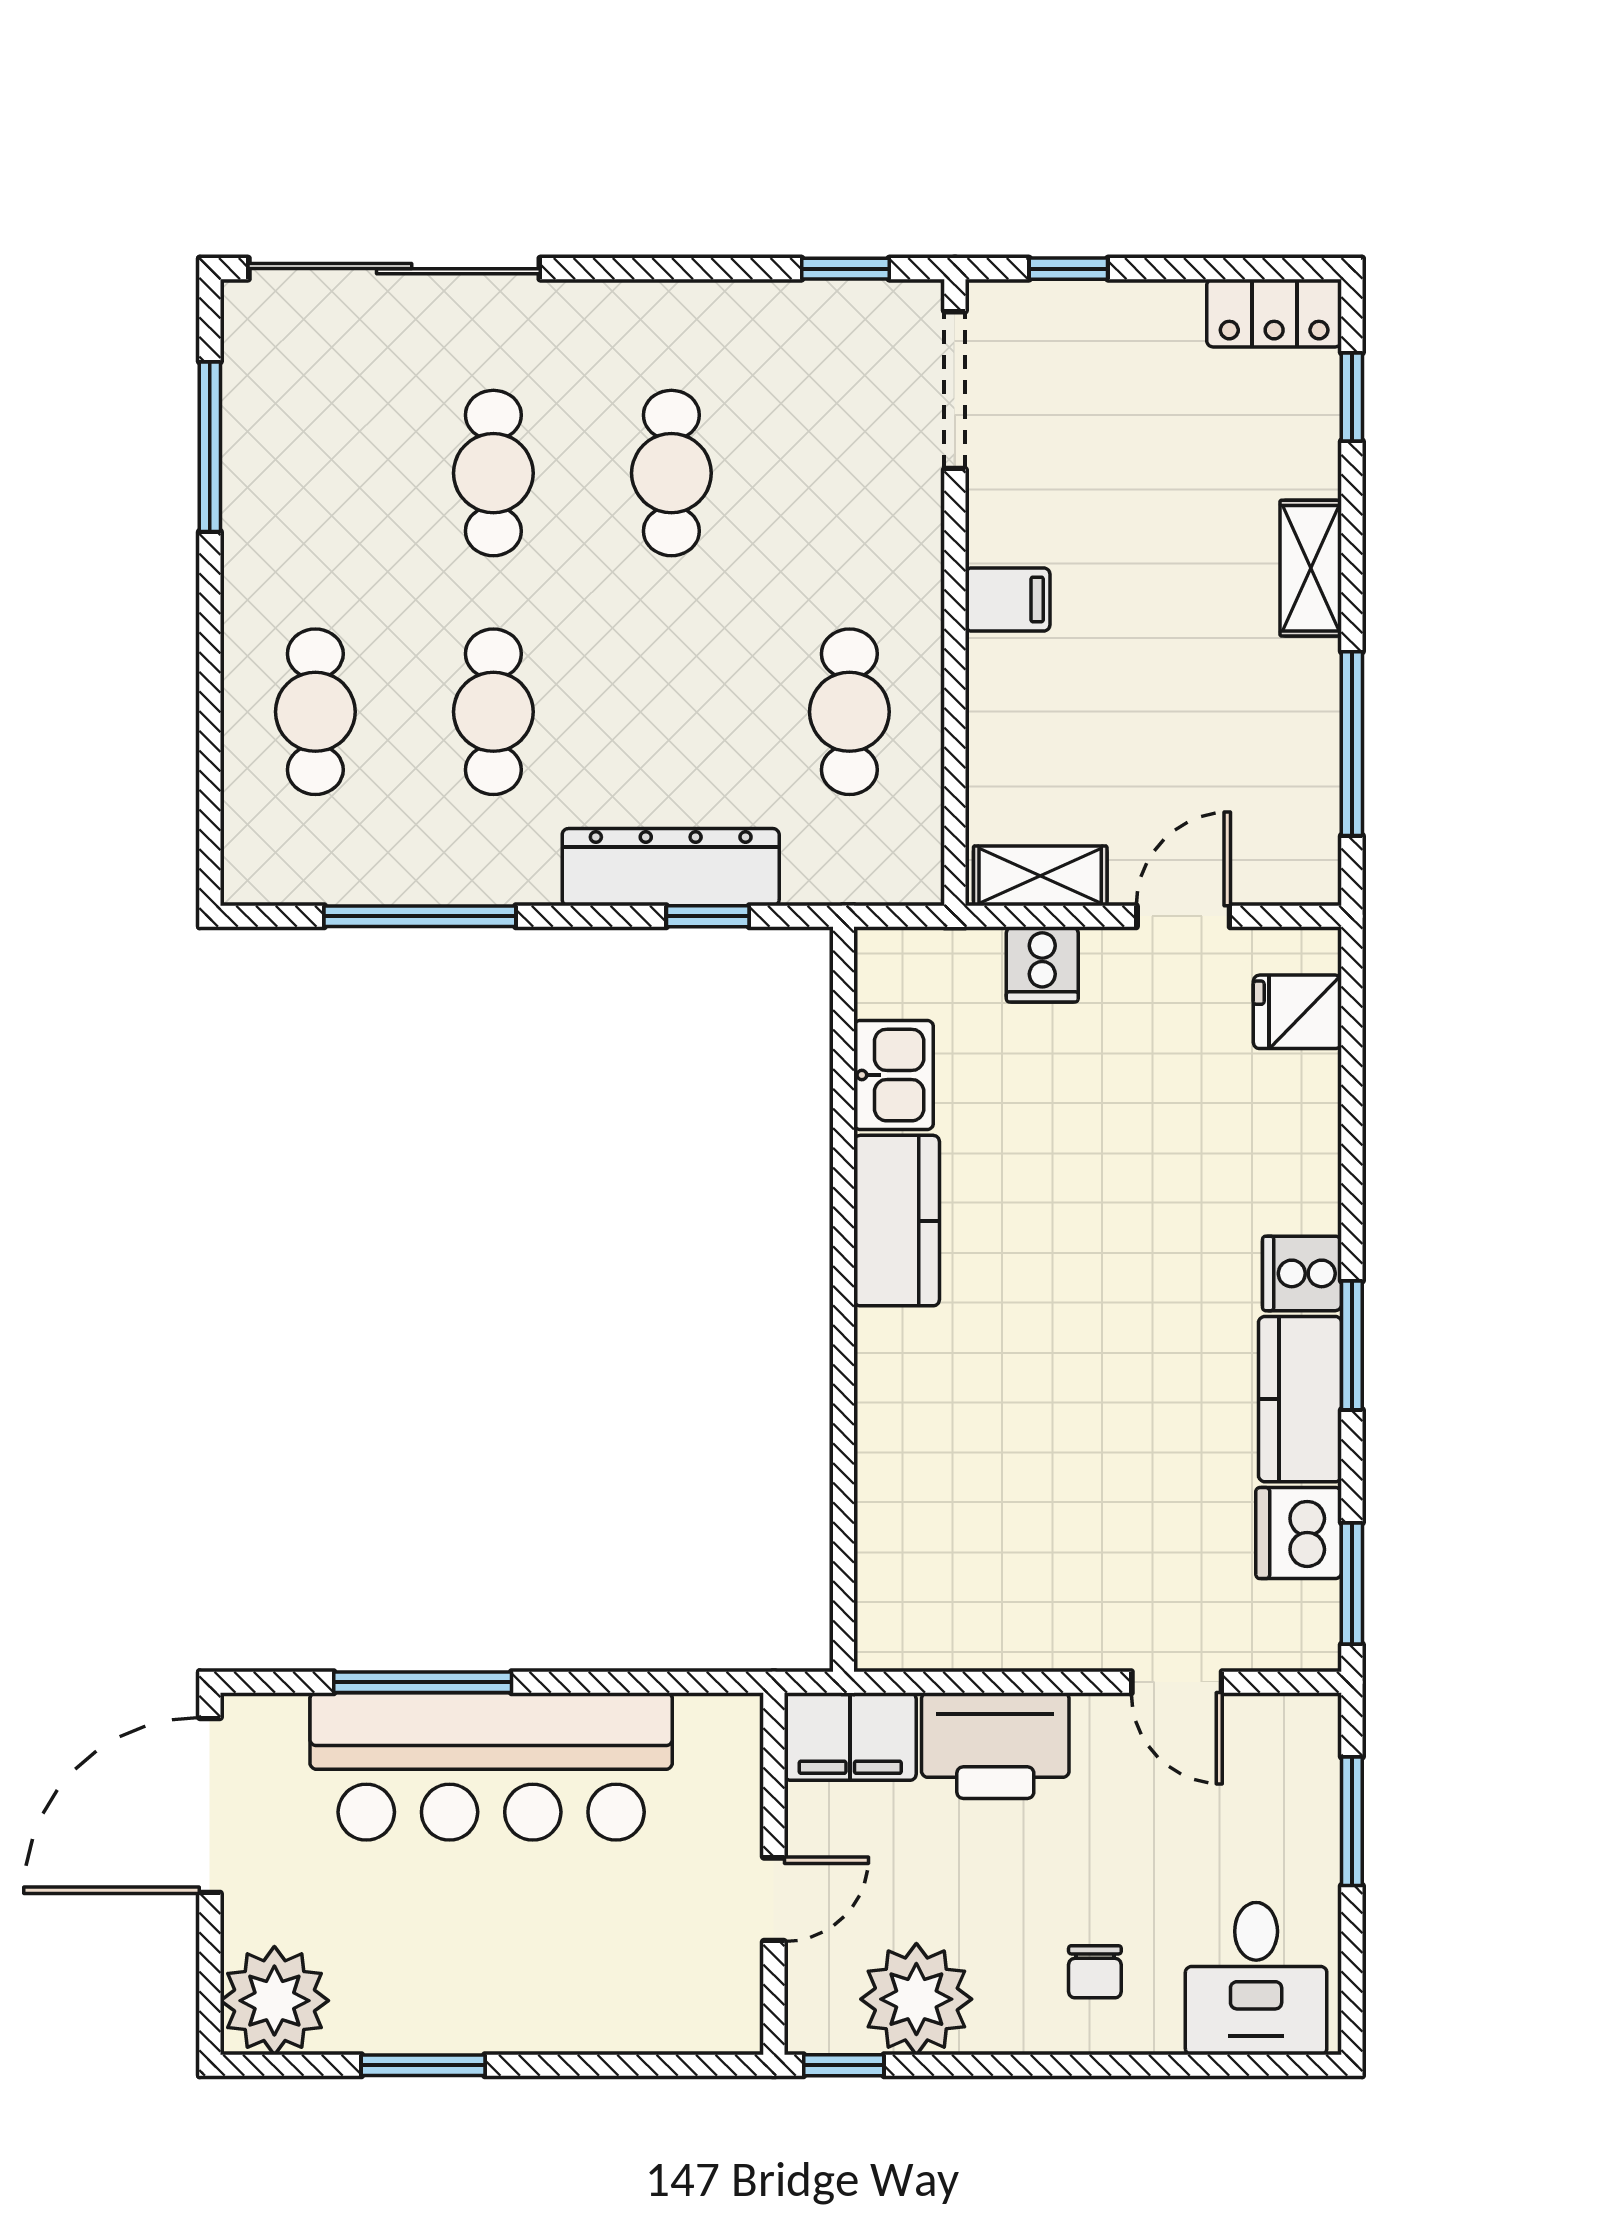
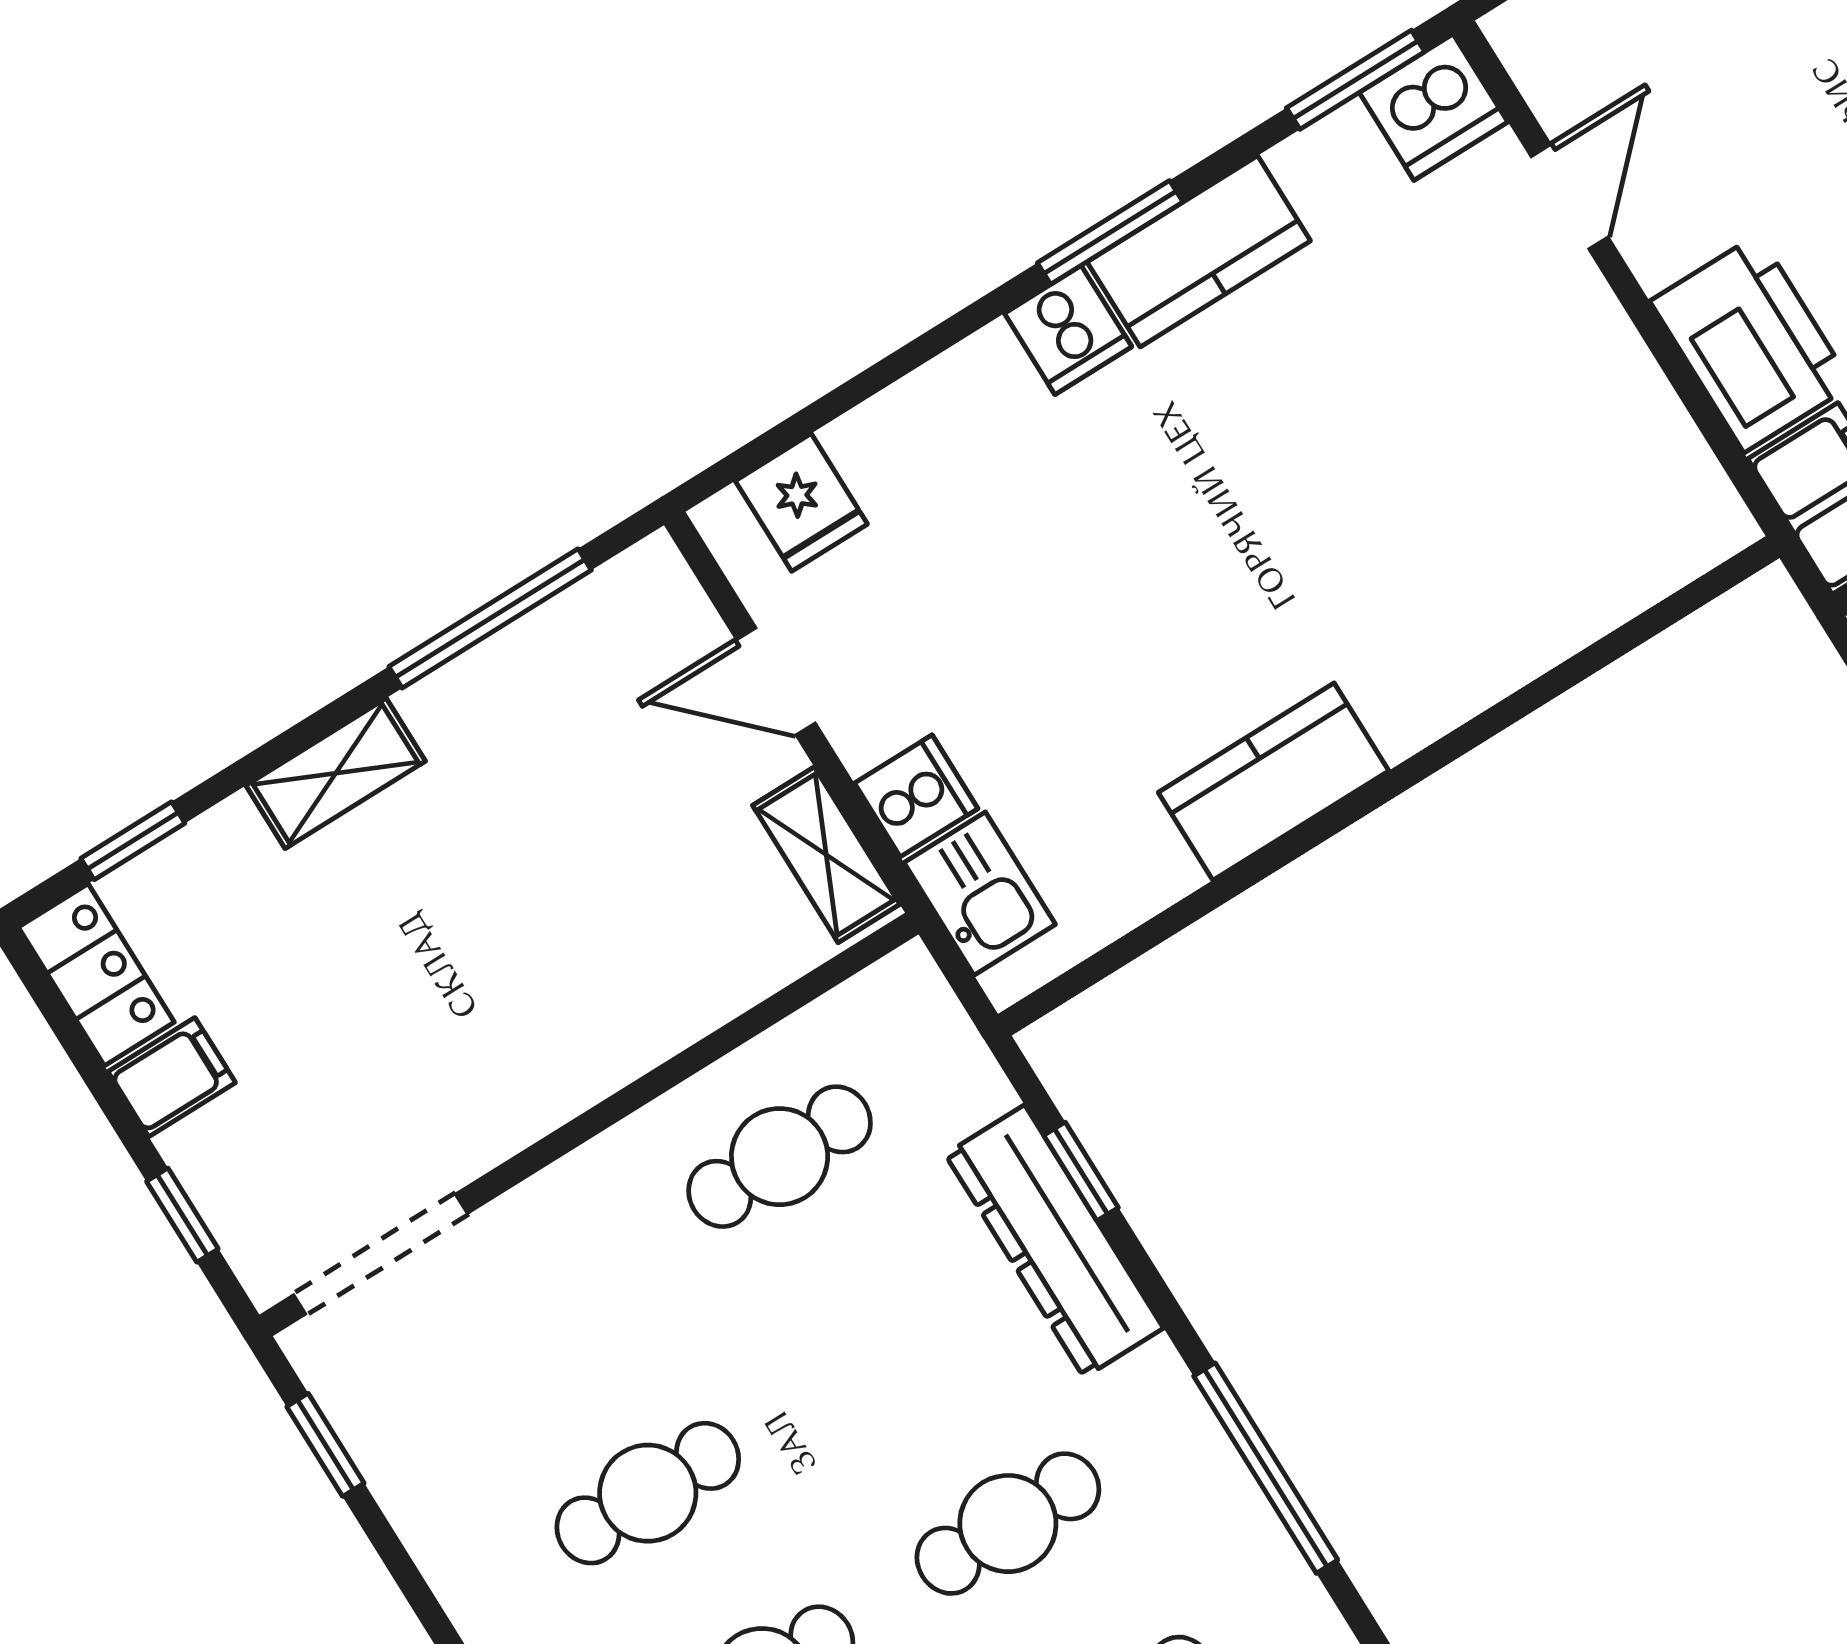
filing cabinet: (1008, 599) -> (172, 1077), moved, turned 90
kitchen sink: (894, 1075) -> (980, 894), moved, turned 90
dishwasher: (1299, 1533) -> (1434, 107), moved

